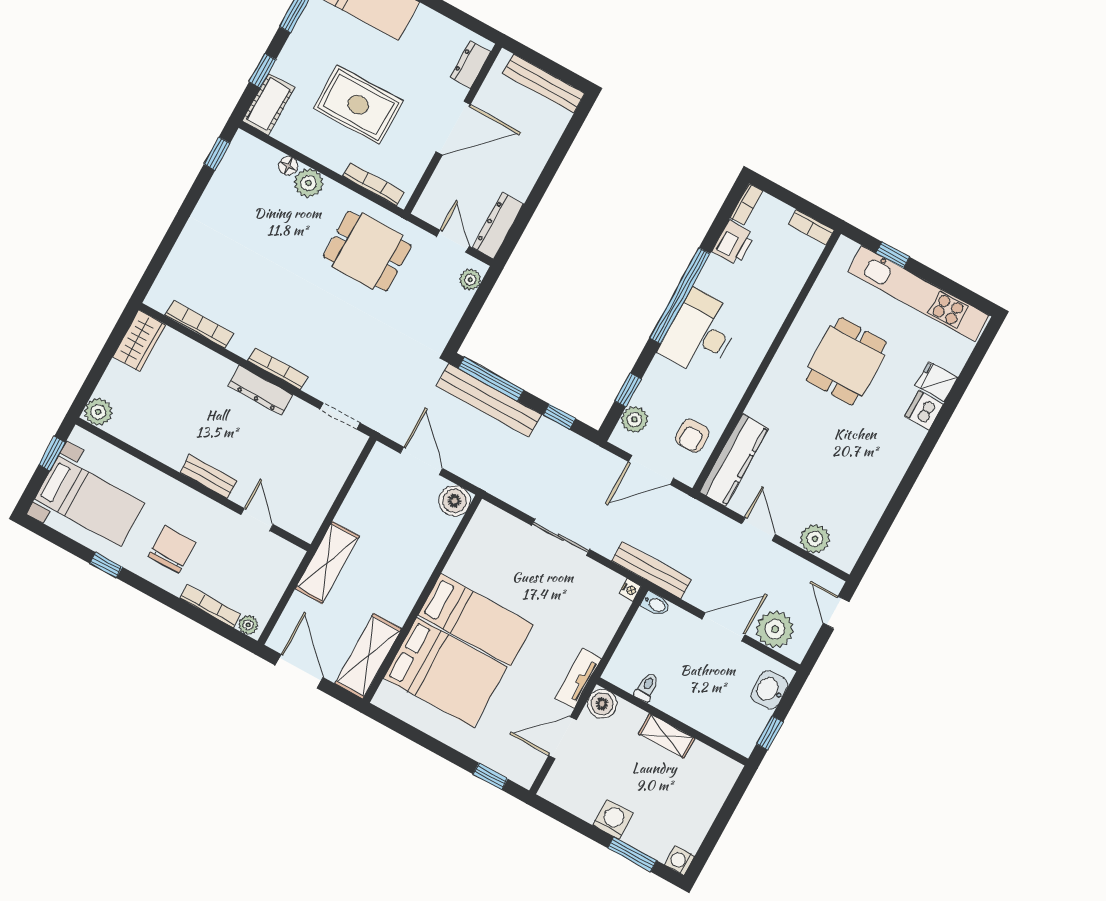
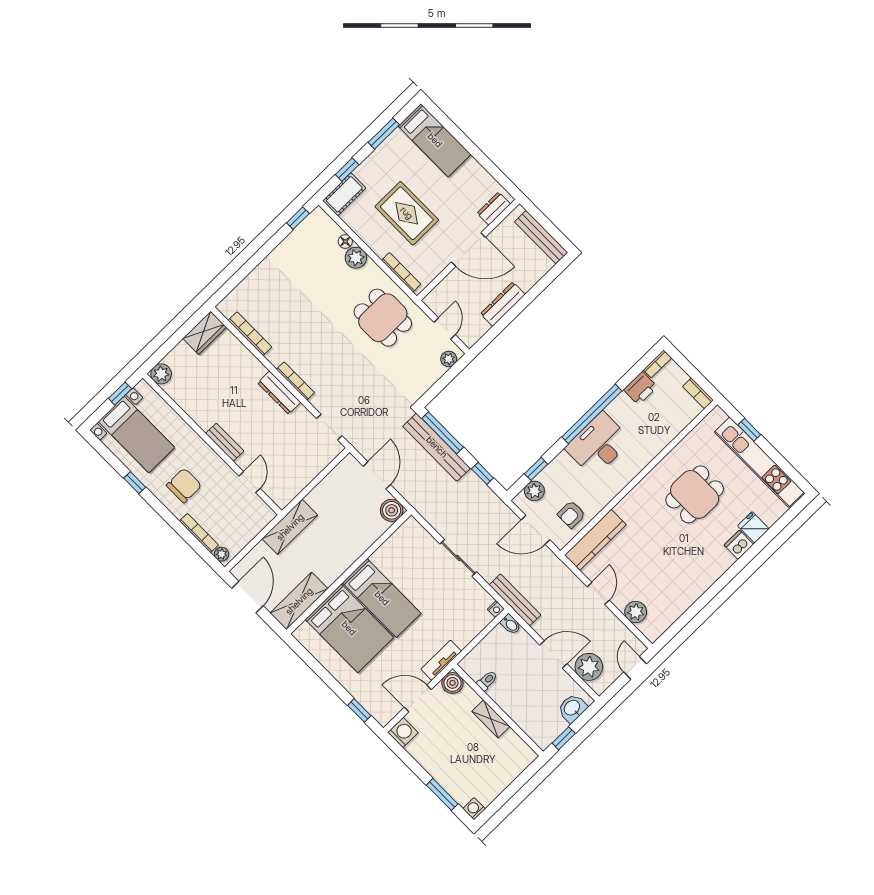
dresser: (498, 226) -> (503, 304), moved
washing machine: (613, 819) -> (403, 732), moved

